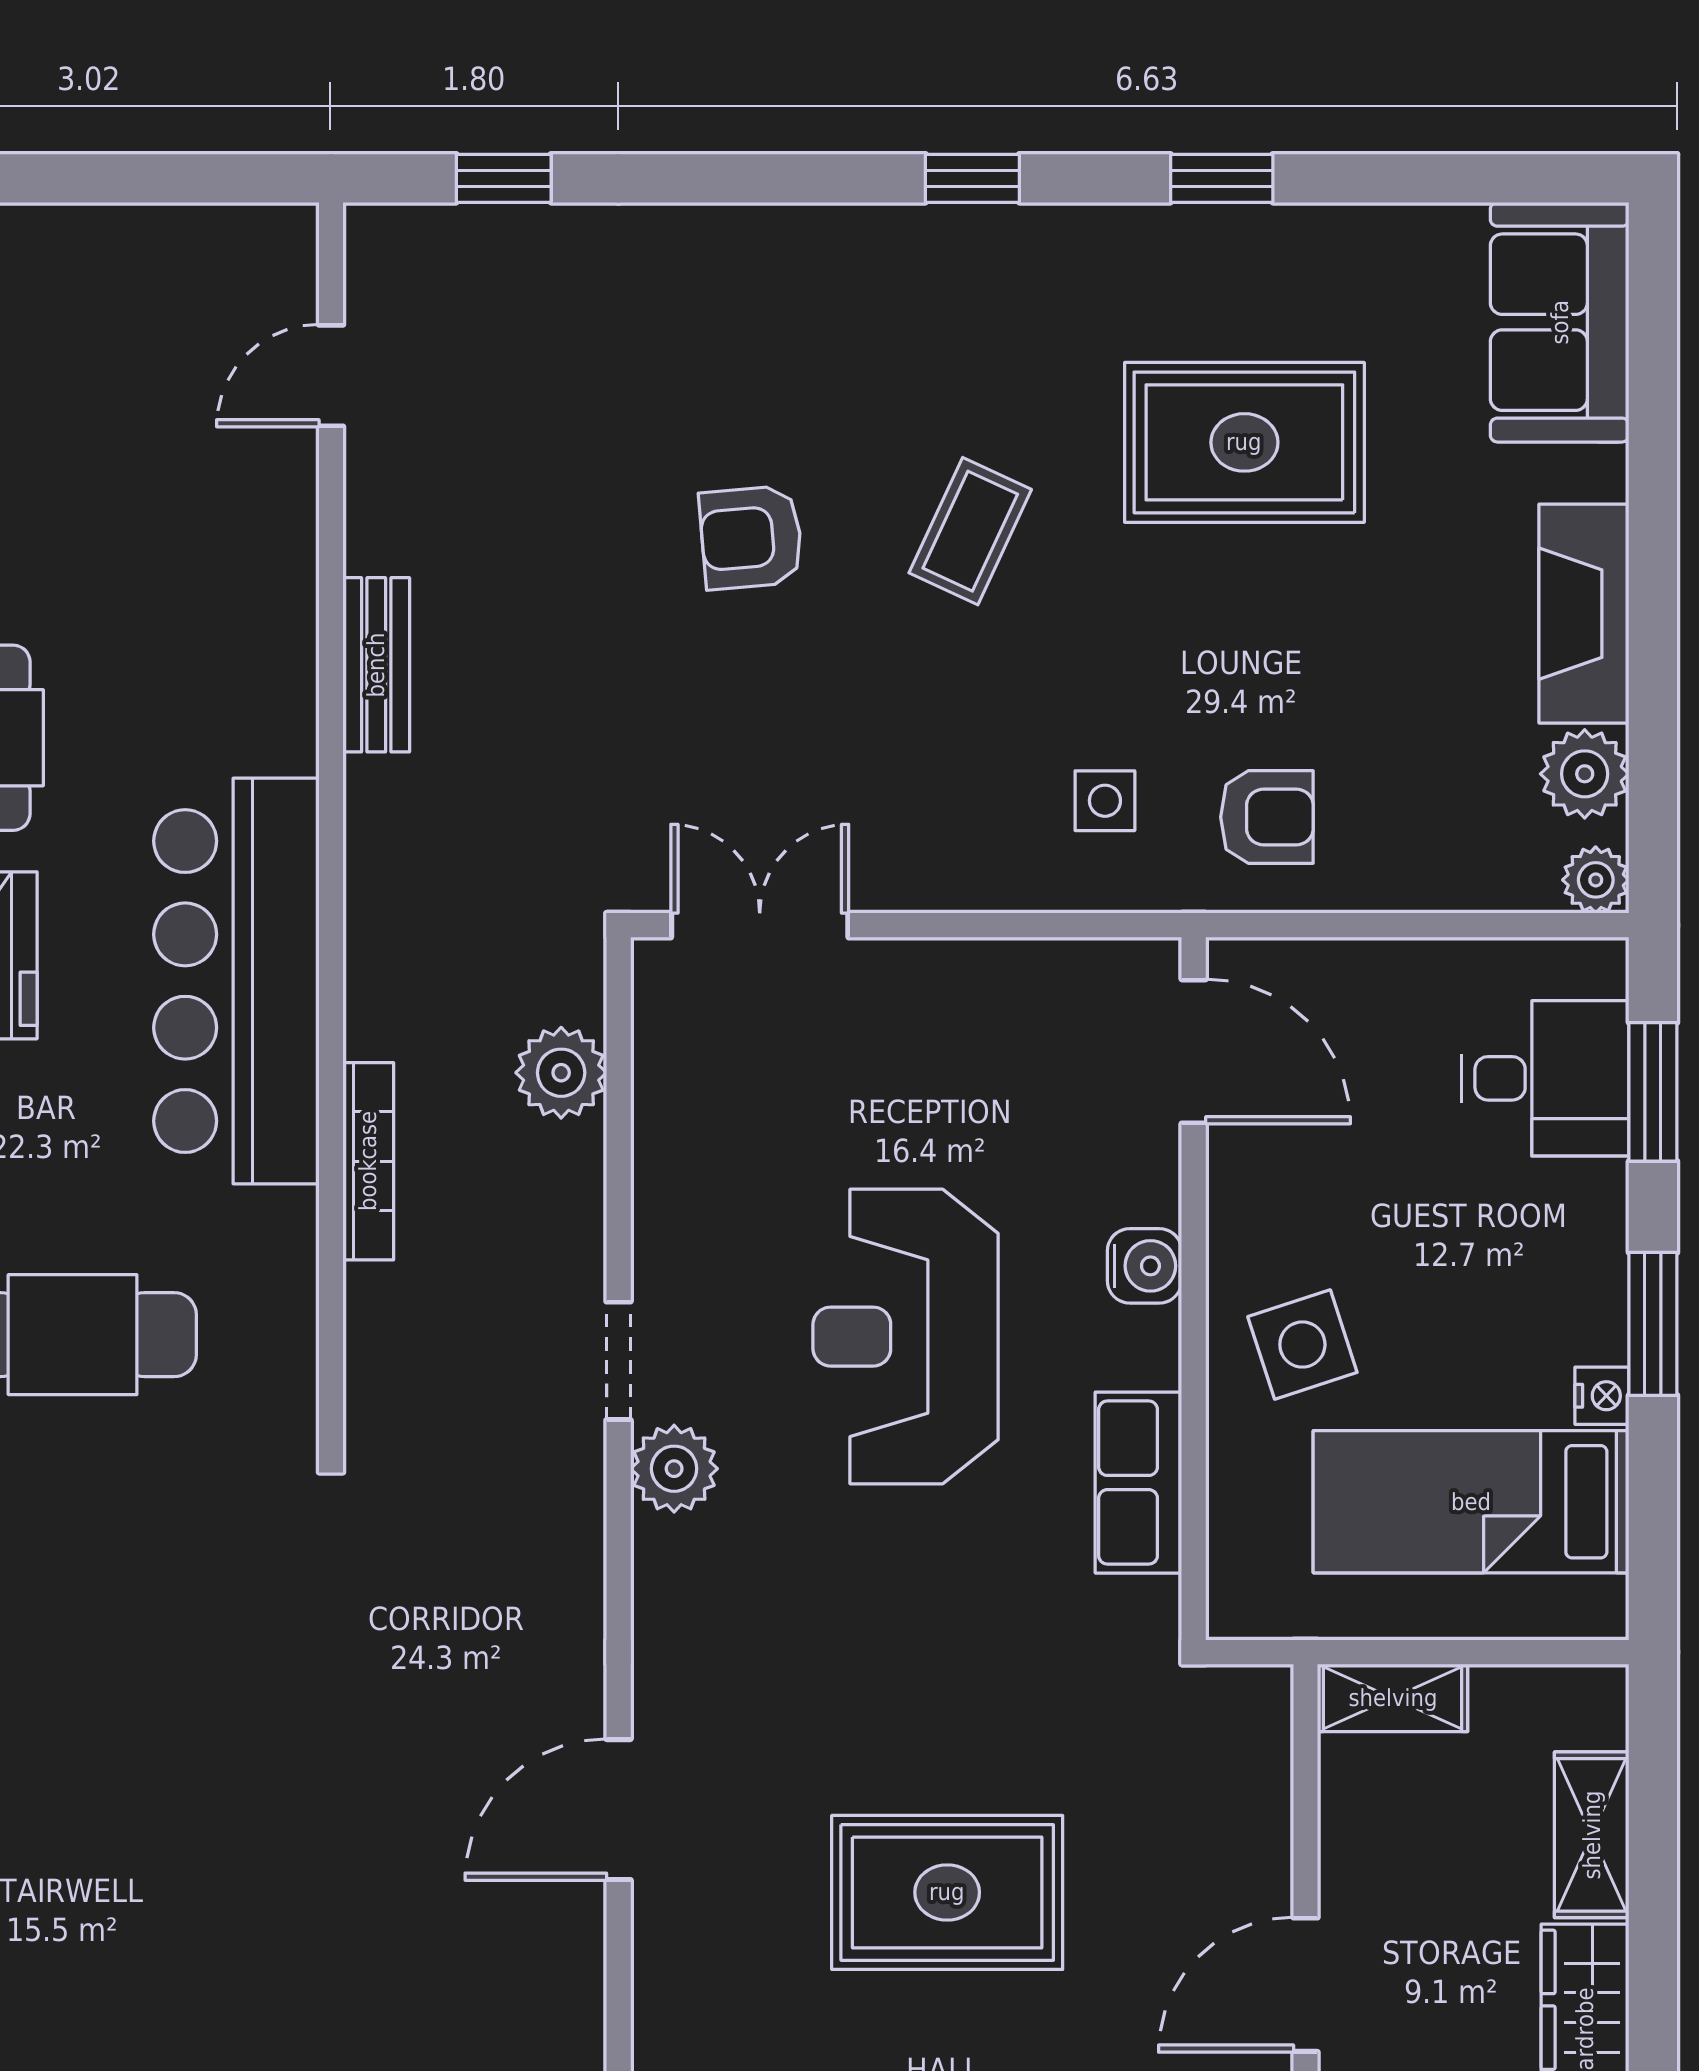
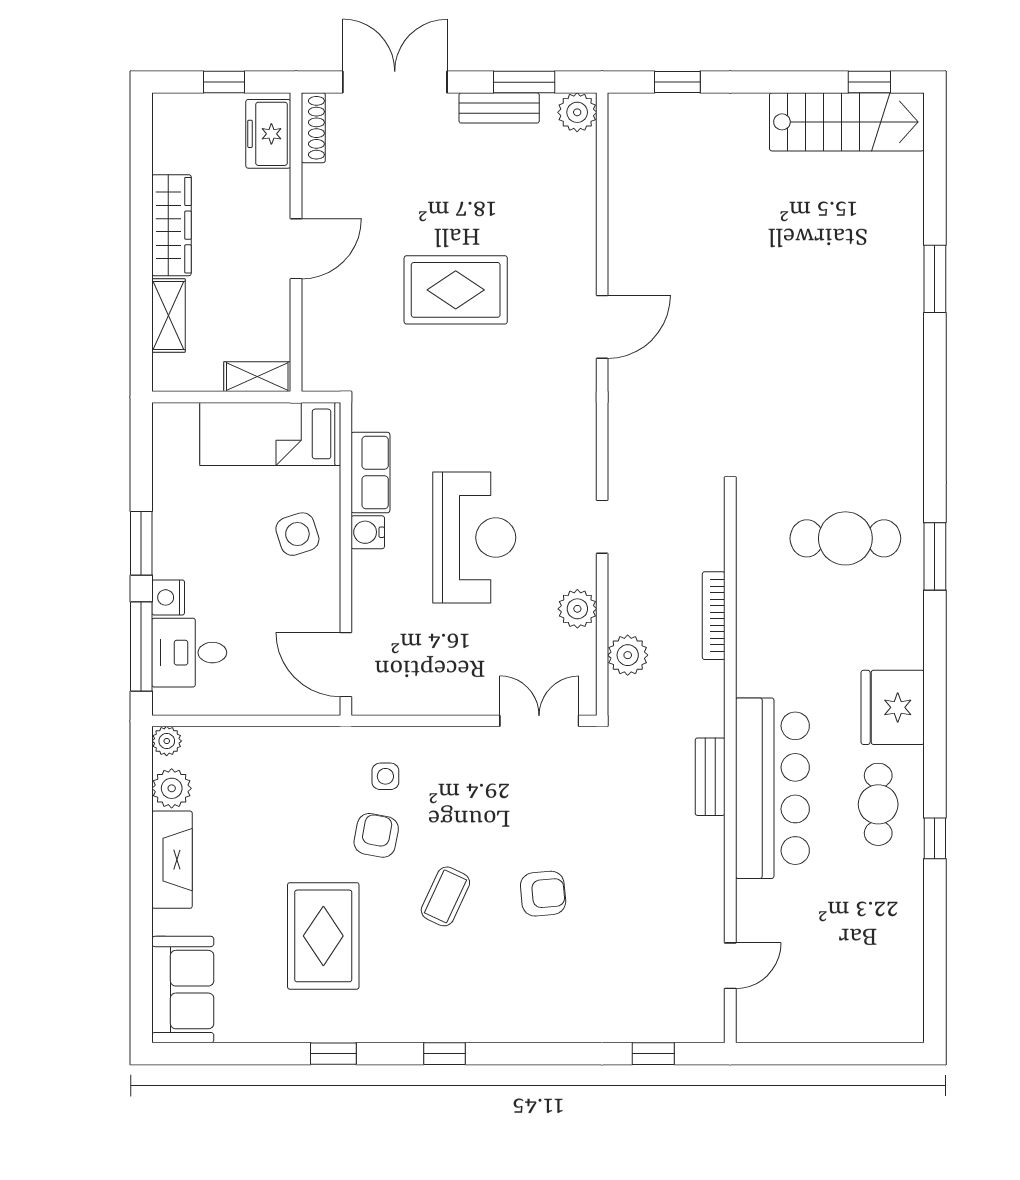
rug: (1244, 442) -> (323, 936), turned 90
bench: (376, 665) -> (710, 777), moved
armchair: (1267, 817) -> (376, 835), moved, turned 101
double door: (760, 925) -> (539, 721), swing flipped
bar counter: (236, 981) -> (772, 788), moved
window: (1653, 1092) -> (141, 647), width x1.44
water cooler: (1145, 1266) -> (368, 532), moved
nightstand: (1602, 1396) -> (168, 597), moved, width x1.39, depth x1.35
plant: (674, 1469) -> (577, 609), moved
bed: (1471, 1502) -> (270, 434), moved, turned 180

